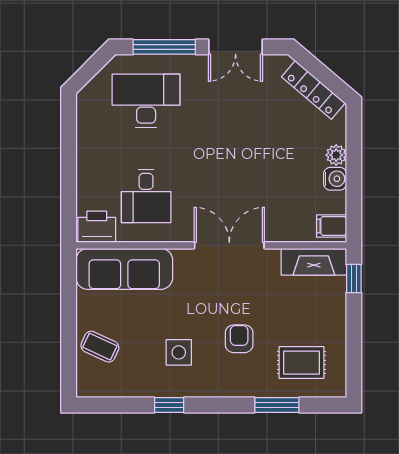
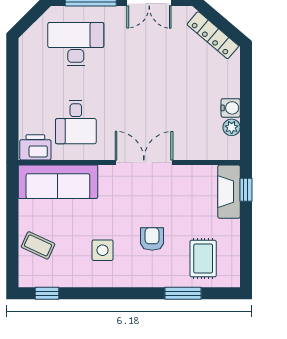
plant: (336, 155) -> (232, 127), moved
filing cabinet: (332, 226) -> (228, 147), removed
fireplace: (314, 262) -> (229, 192), moved, turned 90
rug: (302, 363) -> (203, 259), turned 90
window: (169, 405) -> (47, 293), moved

